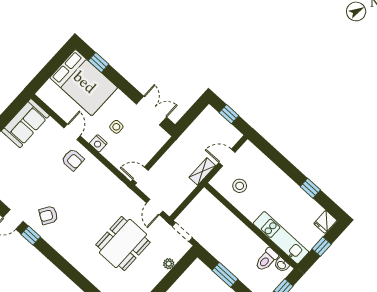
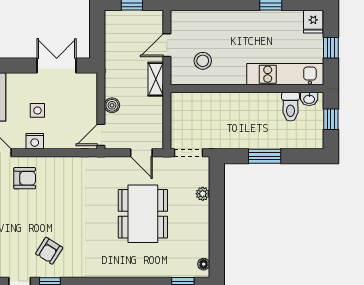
boiler: (163, 164) -> (112, 105), added

